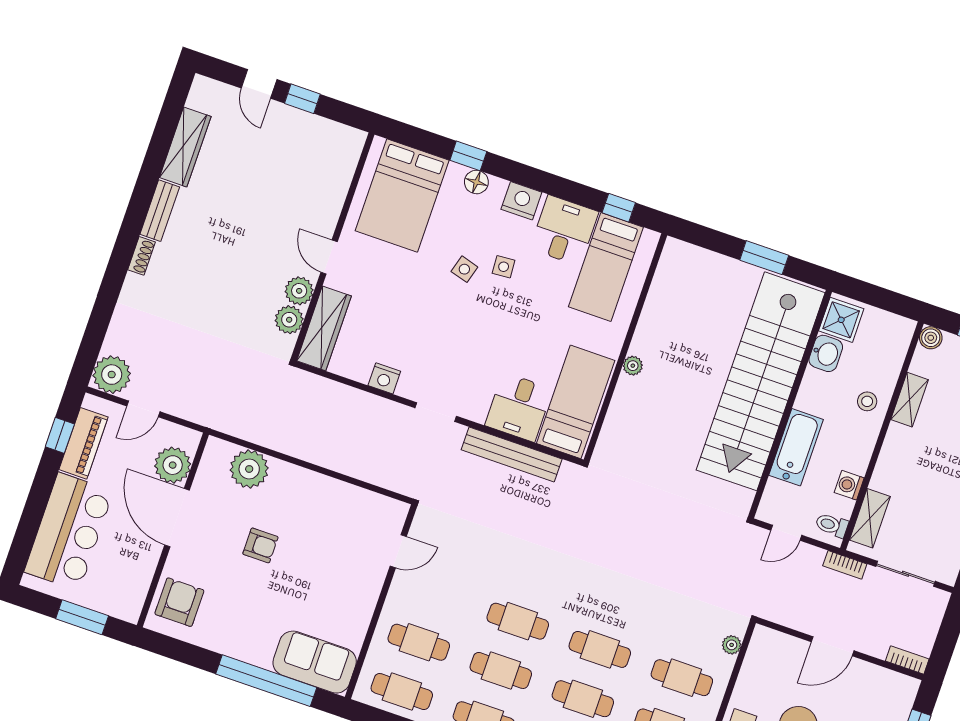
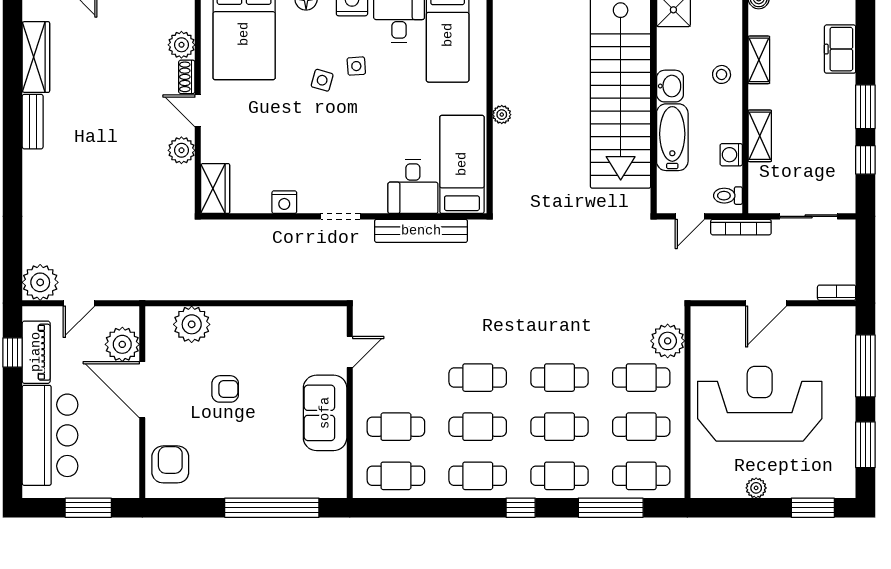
shoe rack: (142, 256) -> (187, 77), moved, turned 180
plant: (289, 320) -> (181, 45), moved
wardrobe: (324, 328) -> (215, 189), width x0.67
washbasin: (826, 353) -> (670, 86), moved
shelving: (870, 518) -> (760, 136), moved
bookcase: (845, 565) -> (741, 227), width x1.56
plant: (732, 645) -> (668, 341), width x1.88, depth x1.88
sofa: (315, 662) -> (325, 413), moved, turned -90

